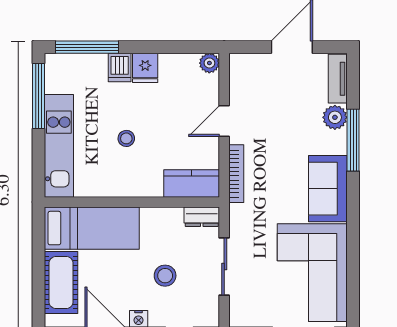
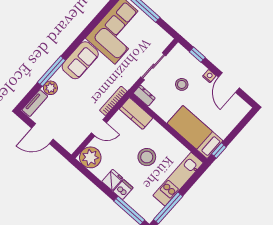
plant: (209, 63) -> (90, 157), width x1.88, depth x1.88
stool: (126, 138) -> (147, 157), width x1.89, depth x1.89
window: (38, 232) -> (219, 150), added
cot: (61, 283) -> (228, 120), removed

